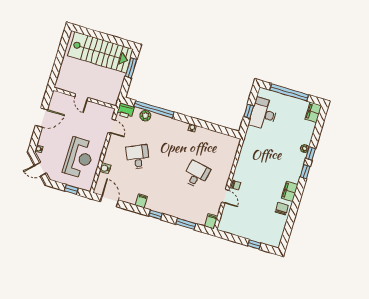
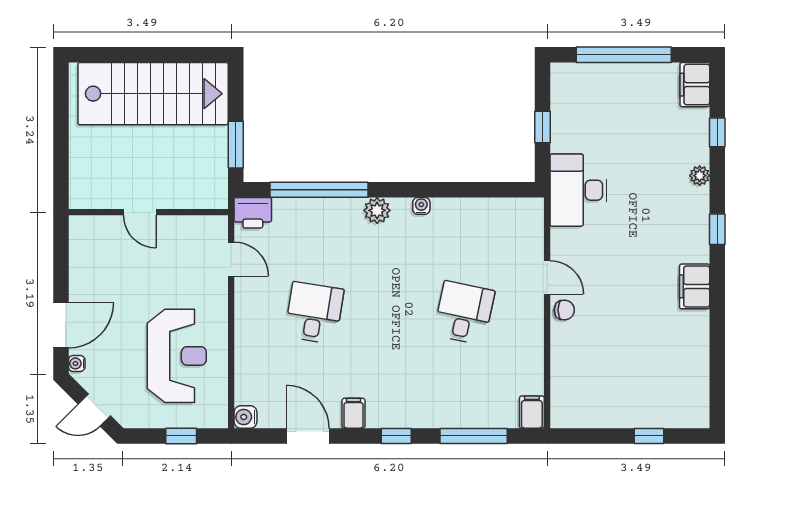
window: (131, 68) -> (236, 145), moved
desk: (263, 114) -> (579, 190), moved
plant: (145, 116) -> (377, 210), moved
door: (42, 118) -> (61, 325), moved
window: (311, 154) -> (717, 132), moved
desk: (138, 157) -> (314, 313), turned 33
water cooler: (105, 168) -> (245, 417), moved
door: (225, 196) -> (547, 277), moved
door: (109, 201) -> (308, 436), moved
chair: (282, 209) -> (688, 333), removed
window: (186, 224) -> (474, 436), width x1.44

